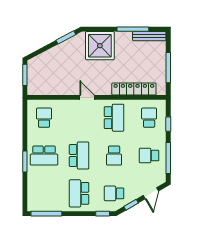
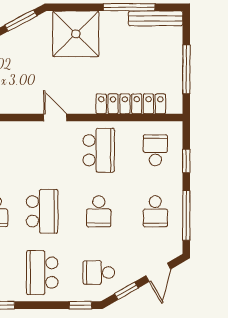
school desk: (149, 156) -> (155, 211), turned -90

